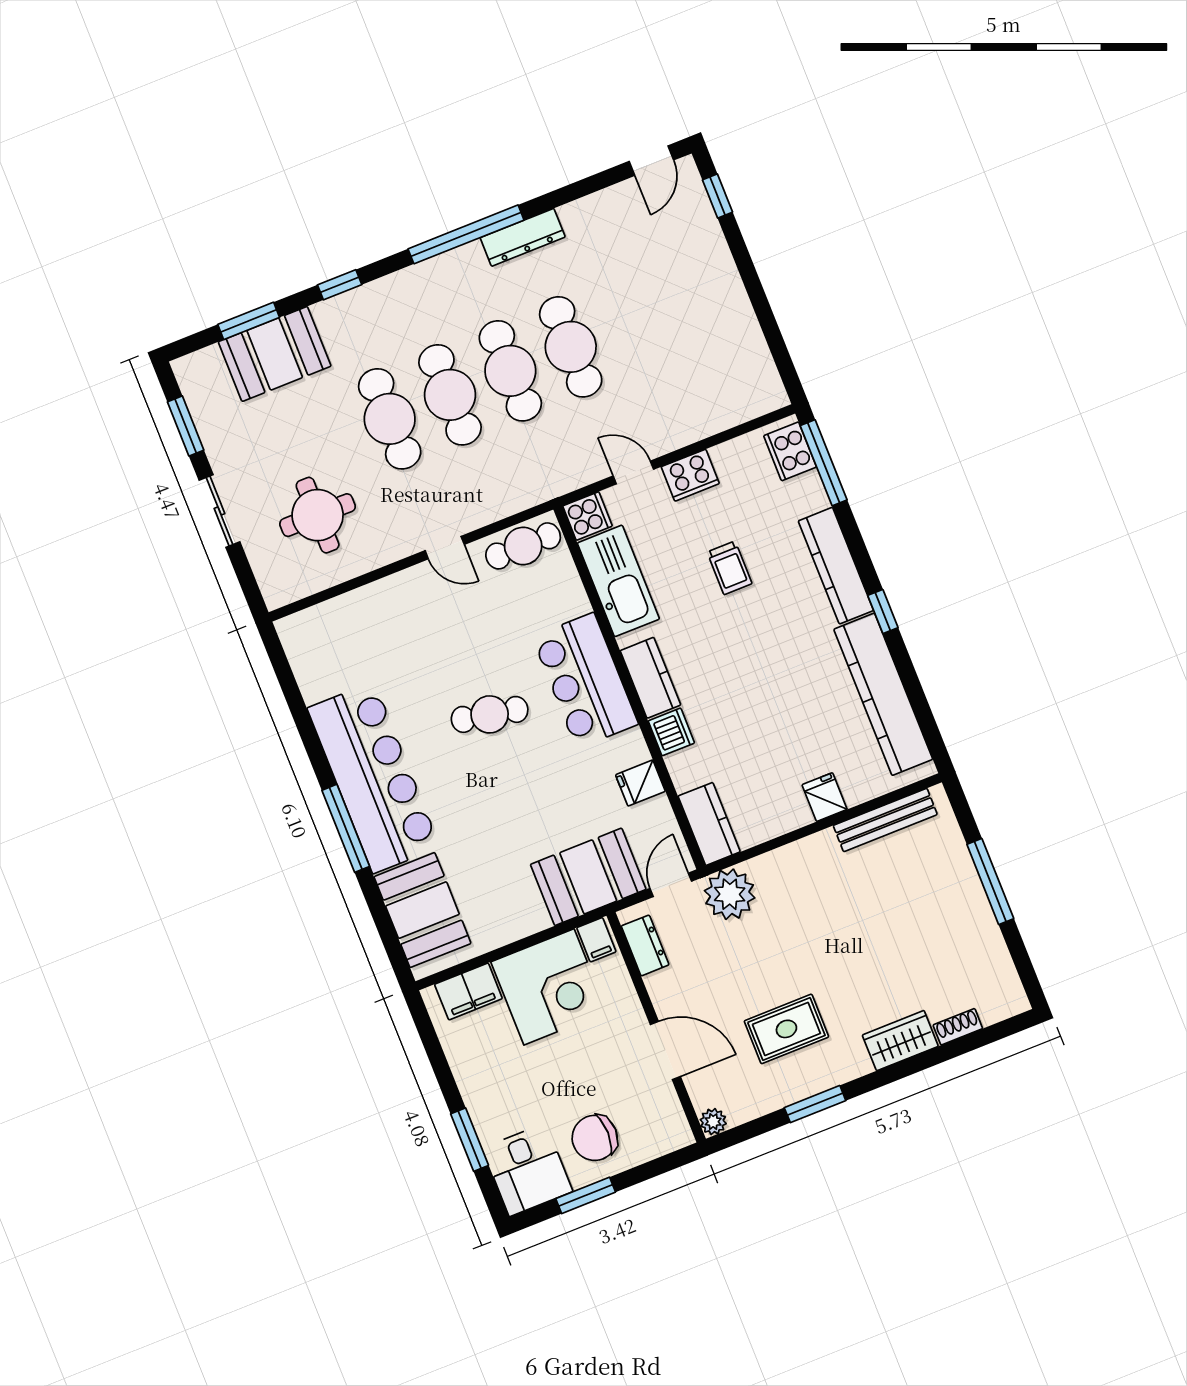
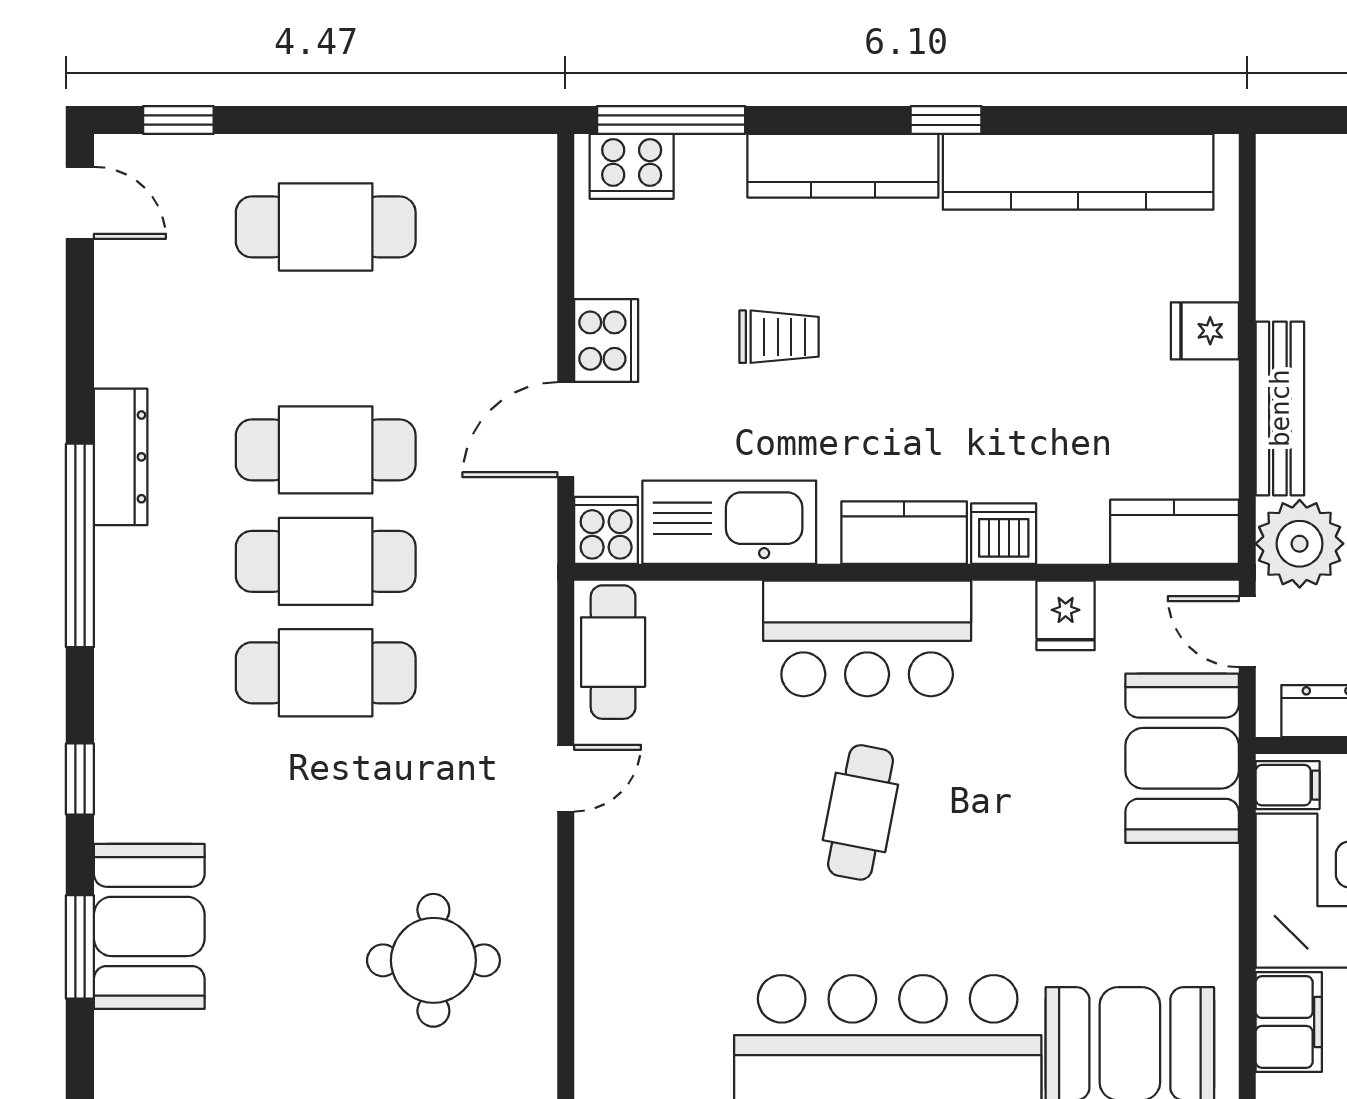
cafe table: (390, 419) -> (326, 227), moved
door: (633, 472) -> (566, 430), width x1.38
bench: (885, 820) -> (1280, 408), moved

